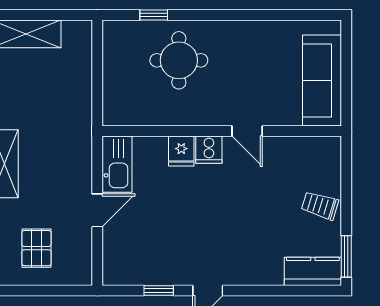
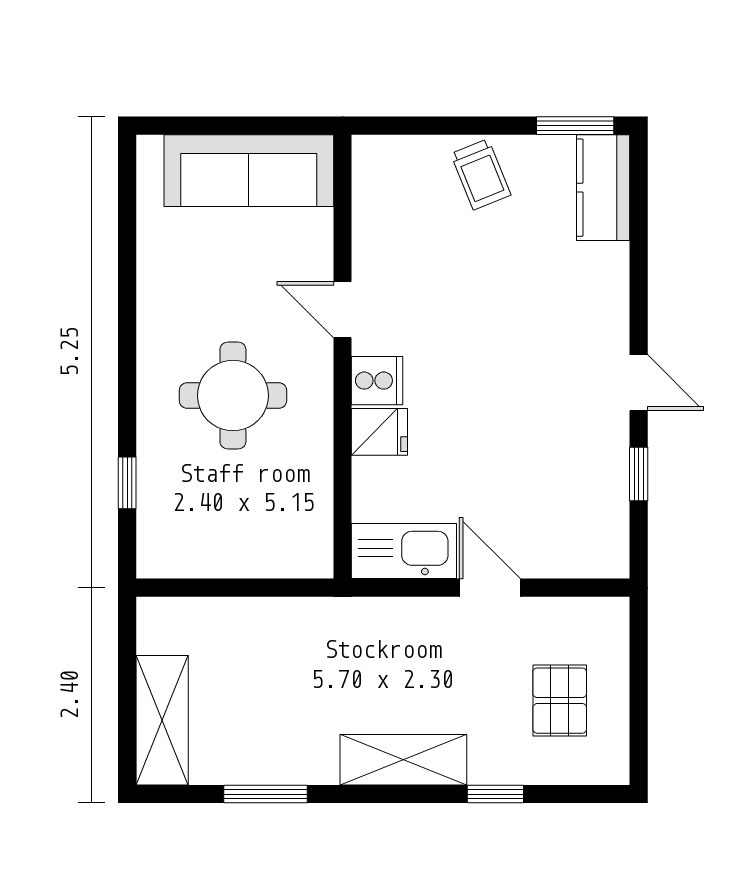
round table: (179, 60) -> (233, 396), moved
door: (247, 131) -> (343, 310), swing flipped
trolley: (320, 206) -> (481, 174), turned -39
pallet: (36, 248) -> (560, 701), turned 90

